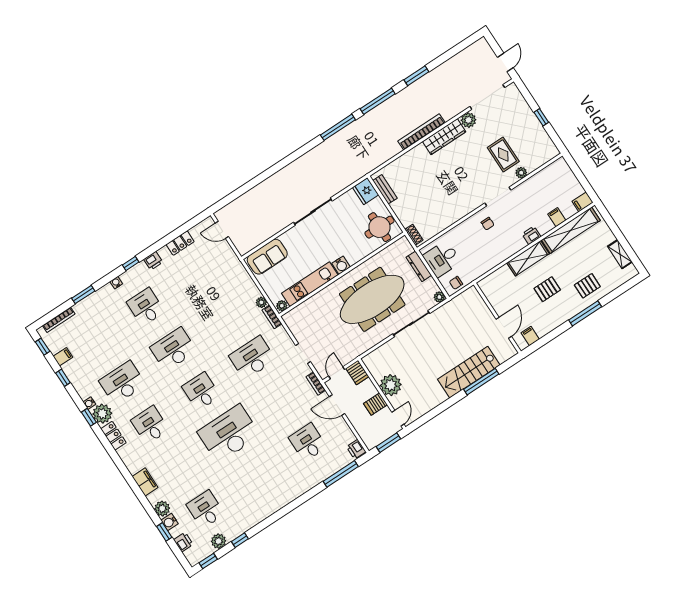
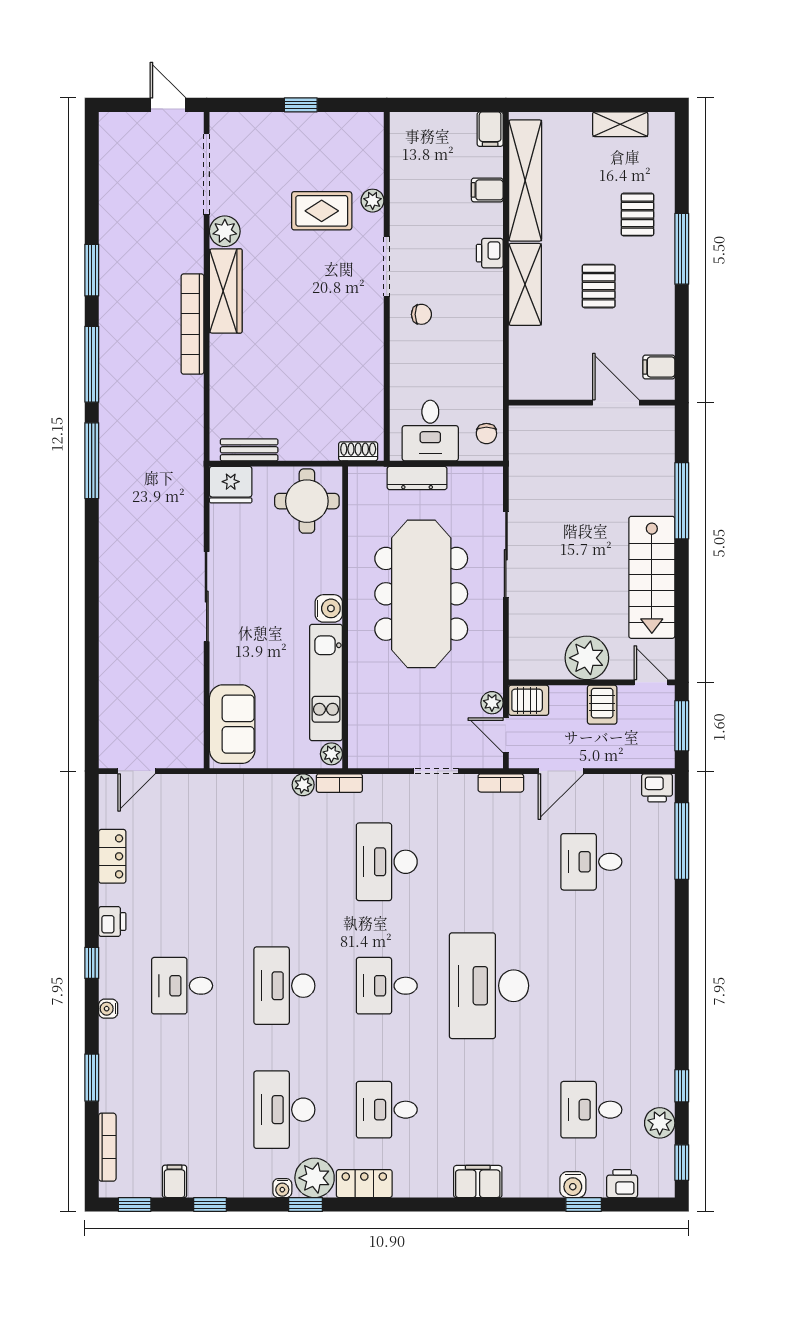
plant: (439, 297) -> (492, 703), moved
stairs: (469, 372) -> (652, 577), moved
plant: (162, 509) -> (542, 1182), removed

